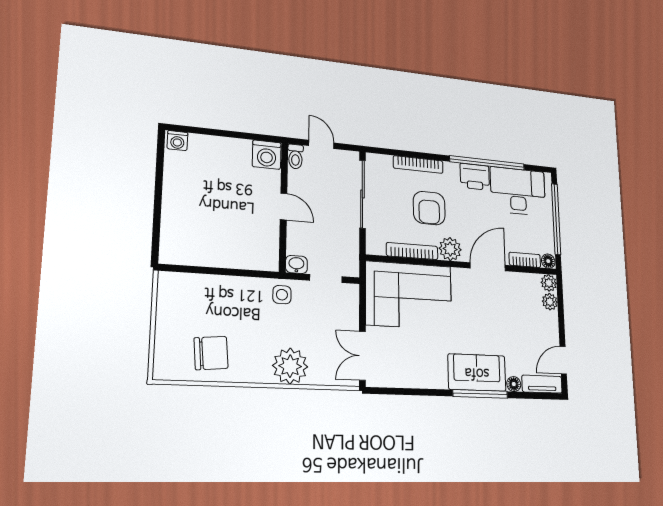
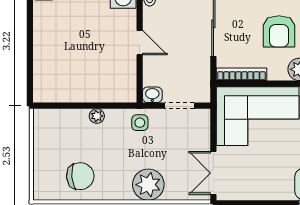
bookcase: (412, 251) -> (241, 74), moved
plant: (233, 284) -> (97, 116), added

